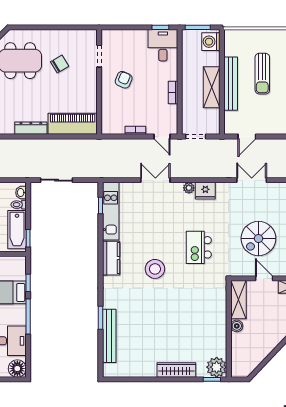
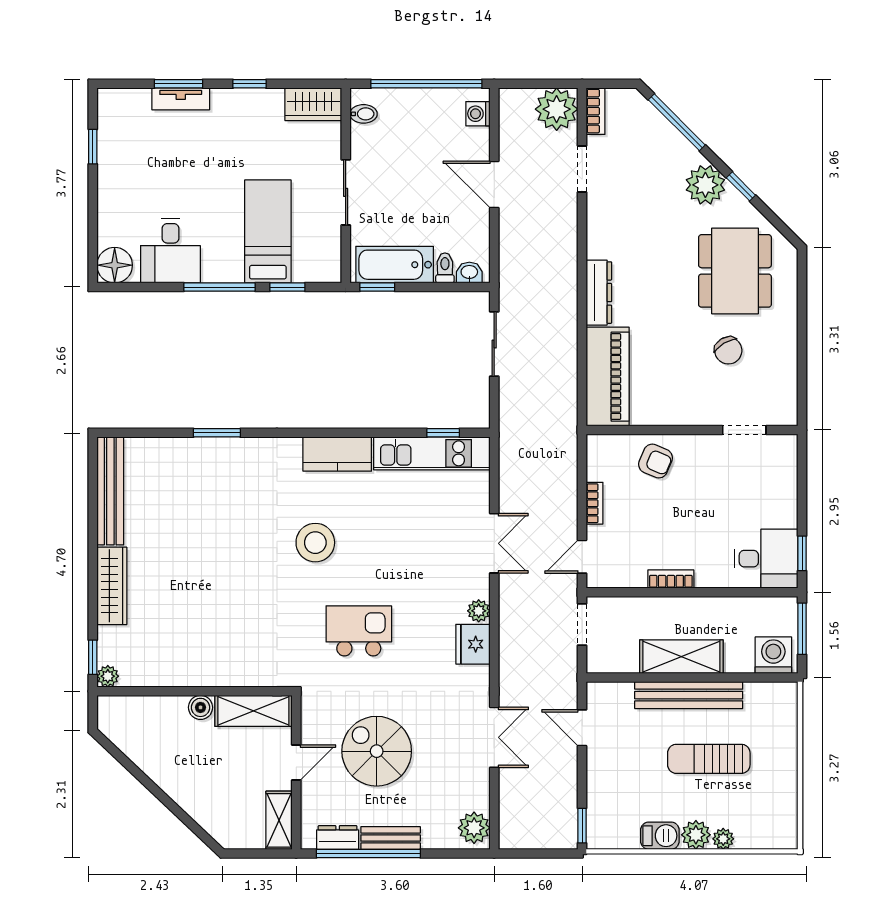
armchair: (124, 80) -> (655, 461), moved
bench: (109, 336) -> (110, 491), moved, turned 90
plant: (217, 367) -> (108, 676), width x0.53, depth x0.53

